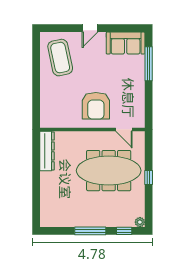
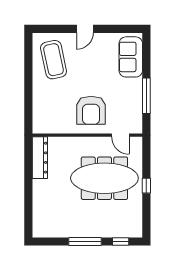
sofa: (126, 43) -> (131, 57), moved, turned 90
window: (149, 64) -> (146, 96), moved
plant: (140, 222) -> (137, 232), removed

